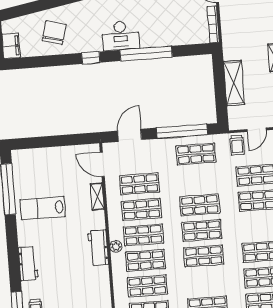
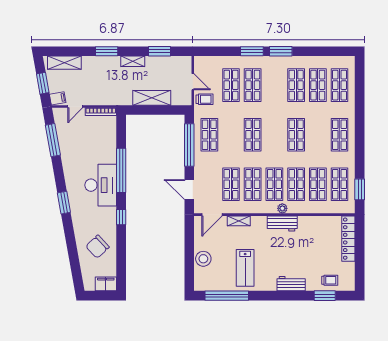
chair: (54, 33) -> (97, 247), turned -58
desk: (121, 36) -> (101, 185), width x1.36, depth x1.30
stool: (49, 158) -> (203, 259), added
shop shelf: (202, 230) -> (274, 135), removed

